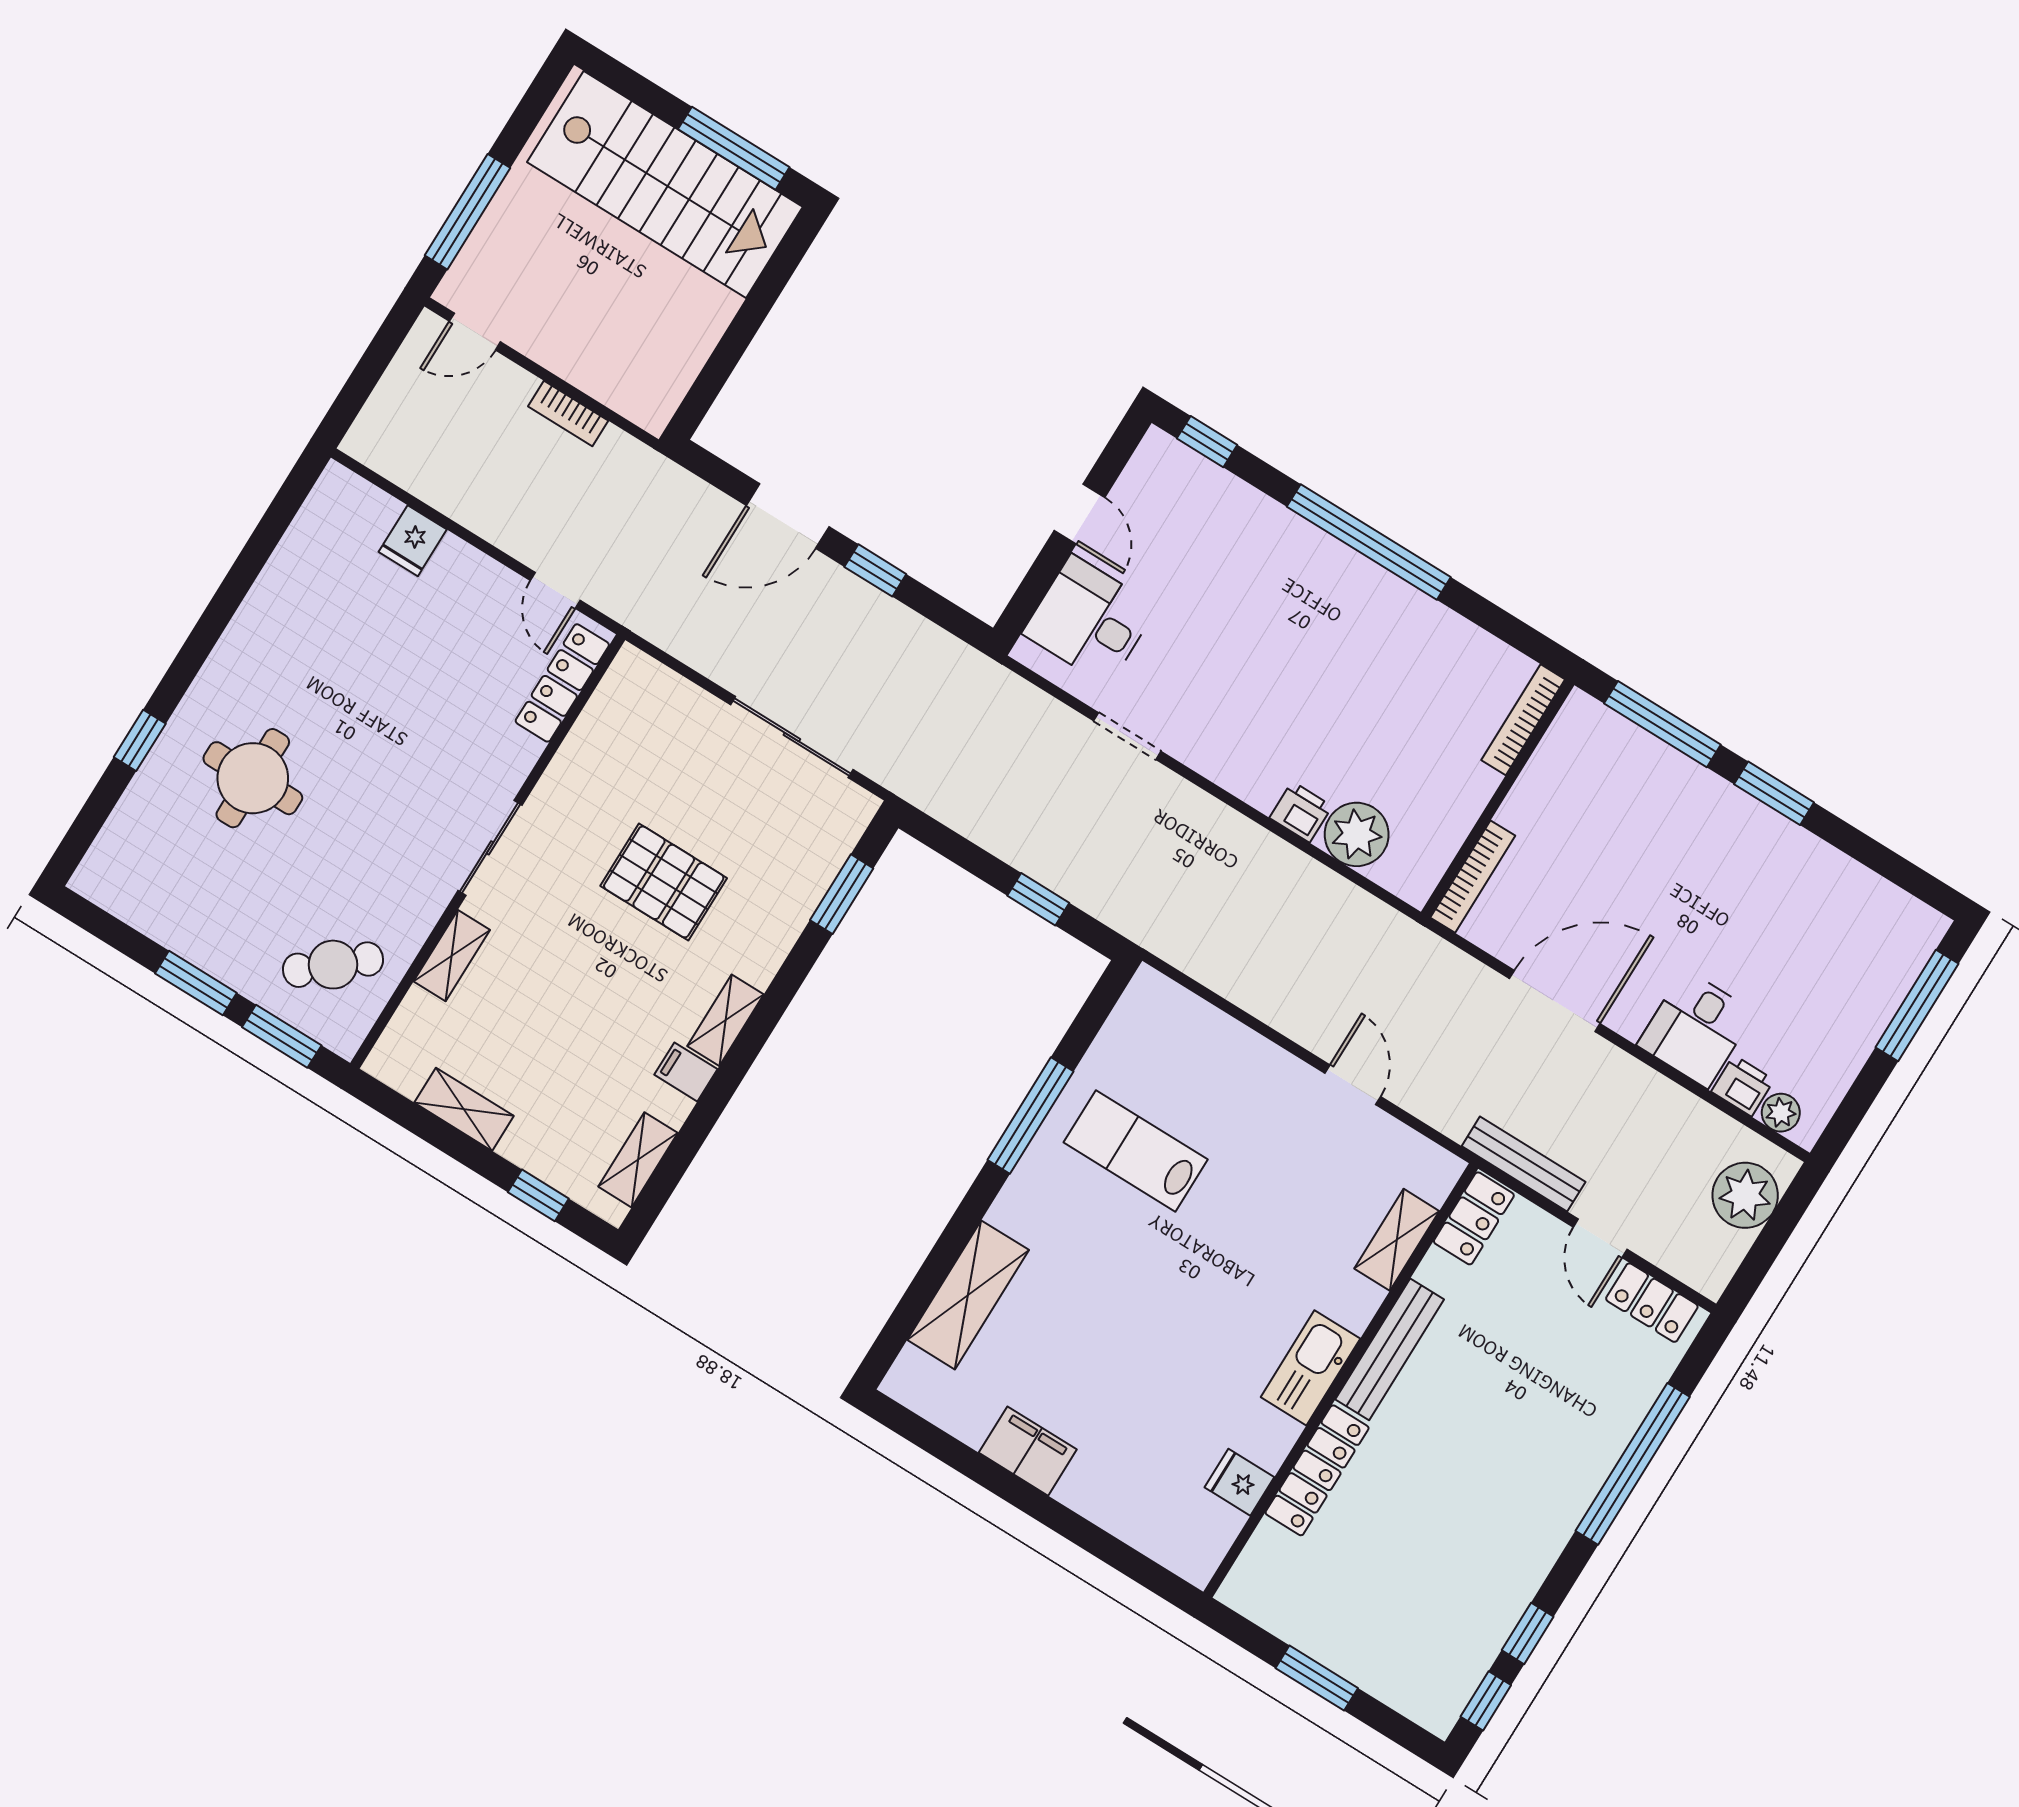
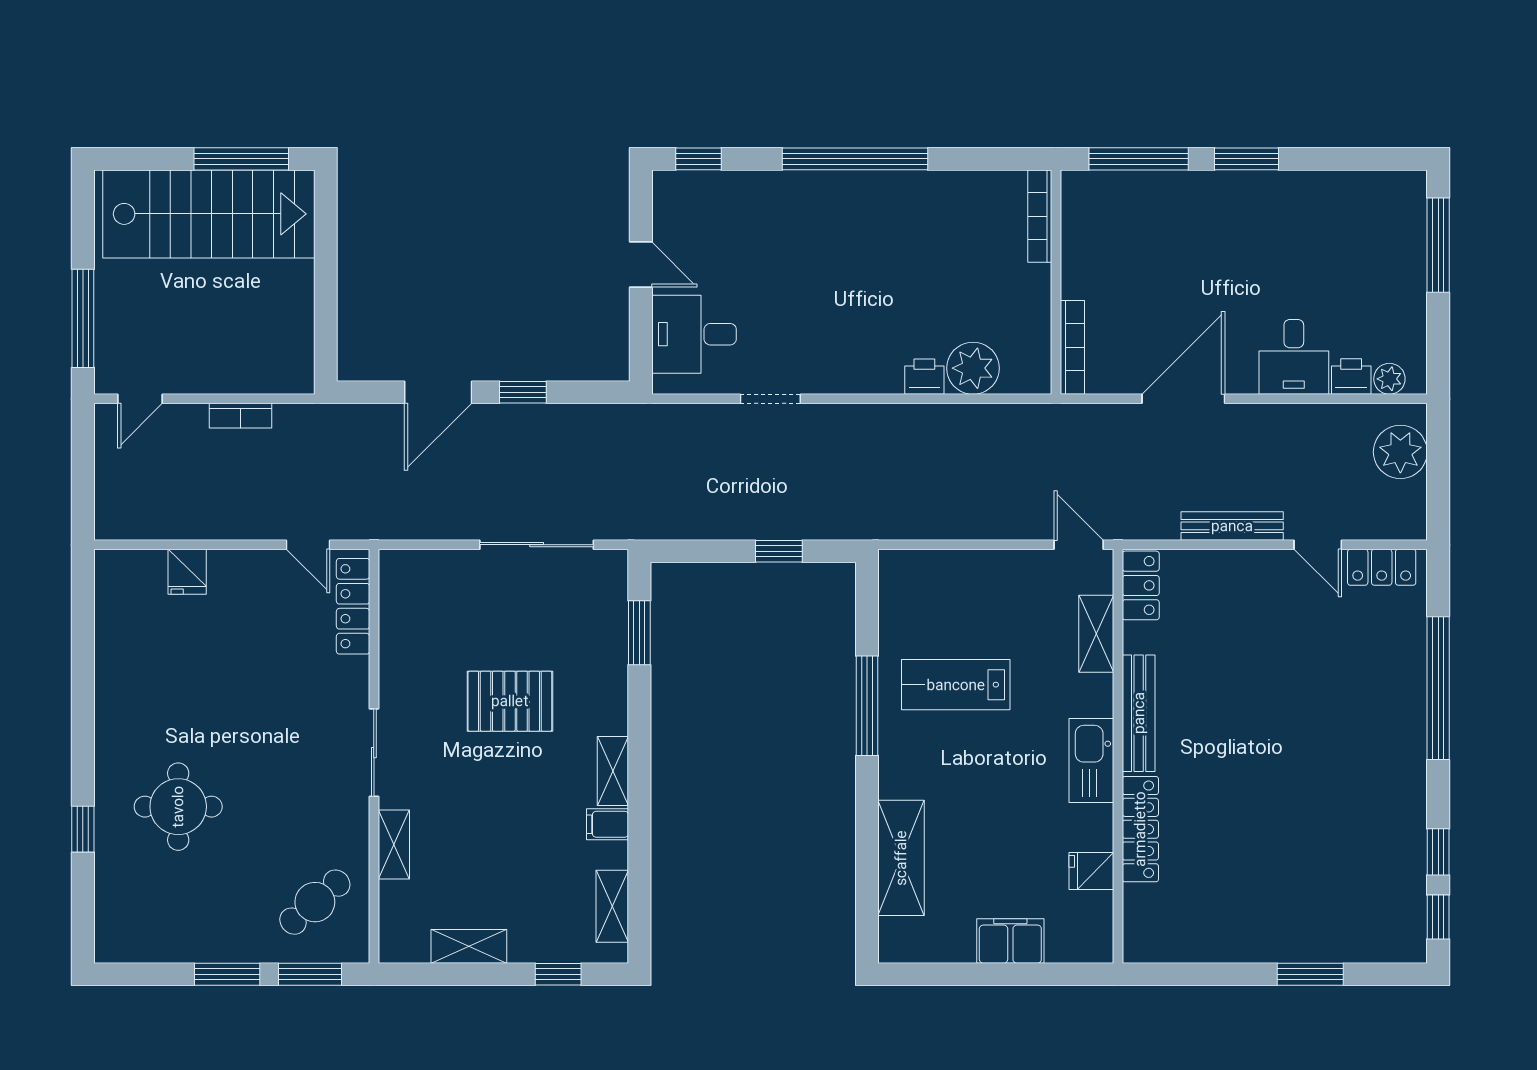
locker: (1474, 1218) -> (1141, 585), moved
shelving: (1397, 1240) -> (1096, 634), moved
bench: (1390, 1349) -> (1139, 713), moved
kitchen sink: (1310, 1368) -> (1091, 761), moved
wall: (1341, 1380) -> (1118, 756), moved
locker: (1317, 1470) -> (1140, 829), moved
fridge: (1239, 1482) -> (1091, 871), moved

